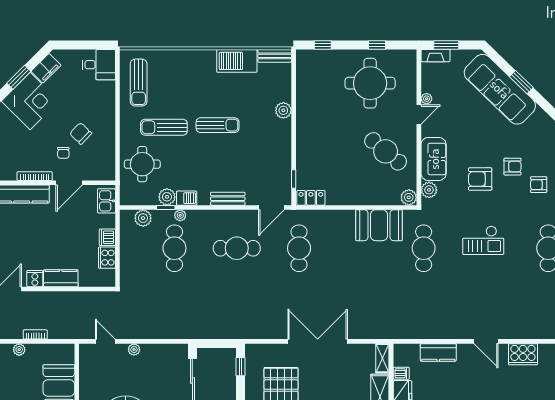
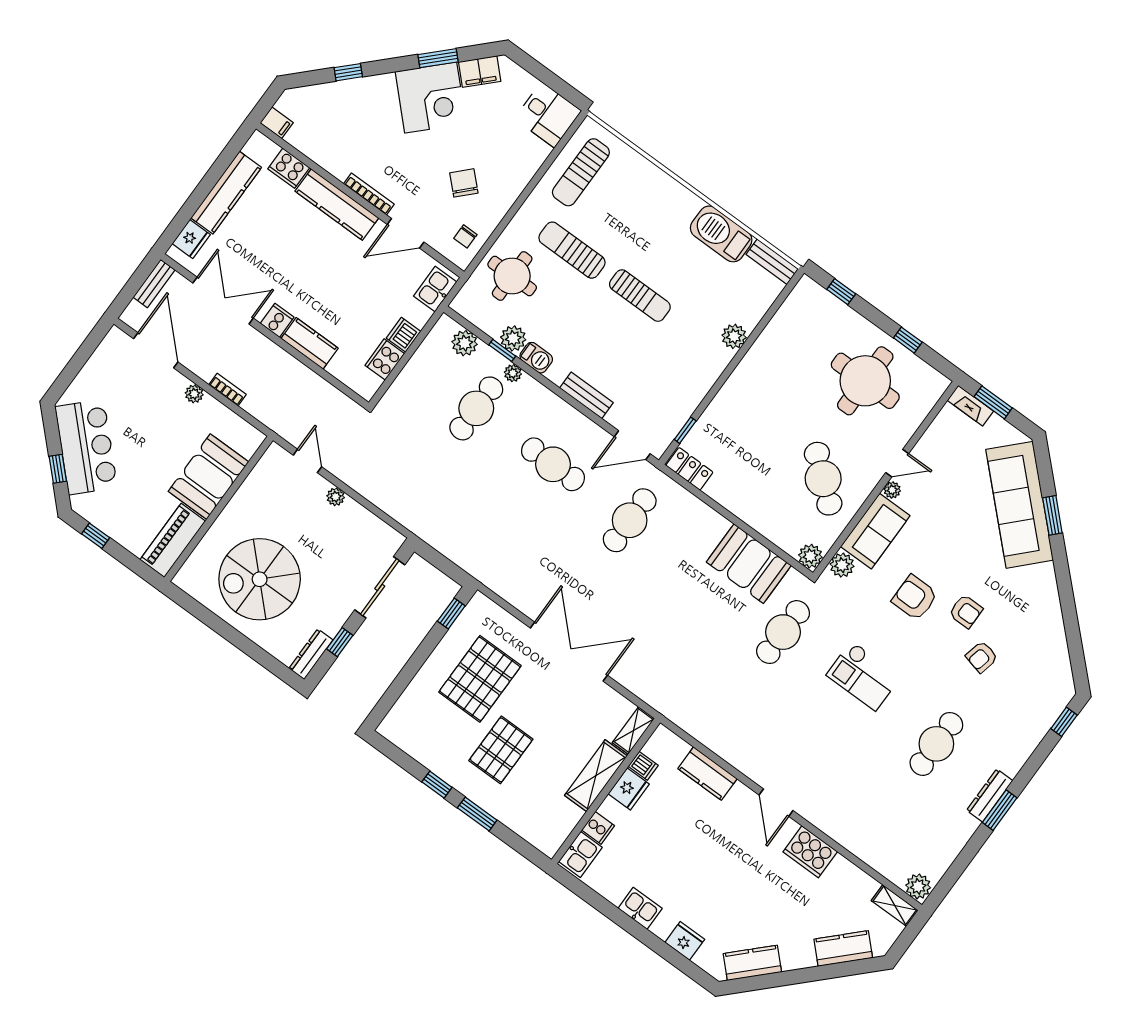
plant: (427, 99) -> (892, 490), moved
chair: (63, 153) -> (465, 236), moved
armchair: (539, 185) -> (982, 657), turned -77

